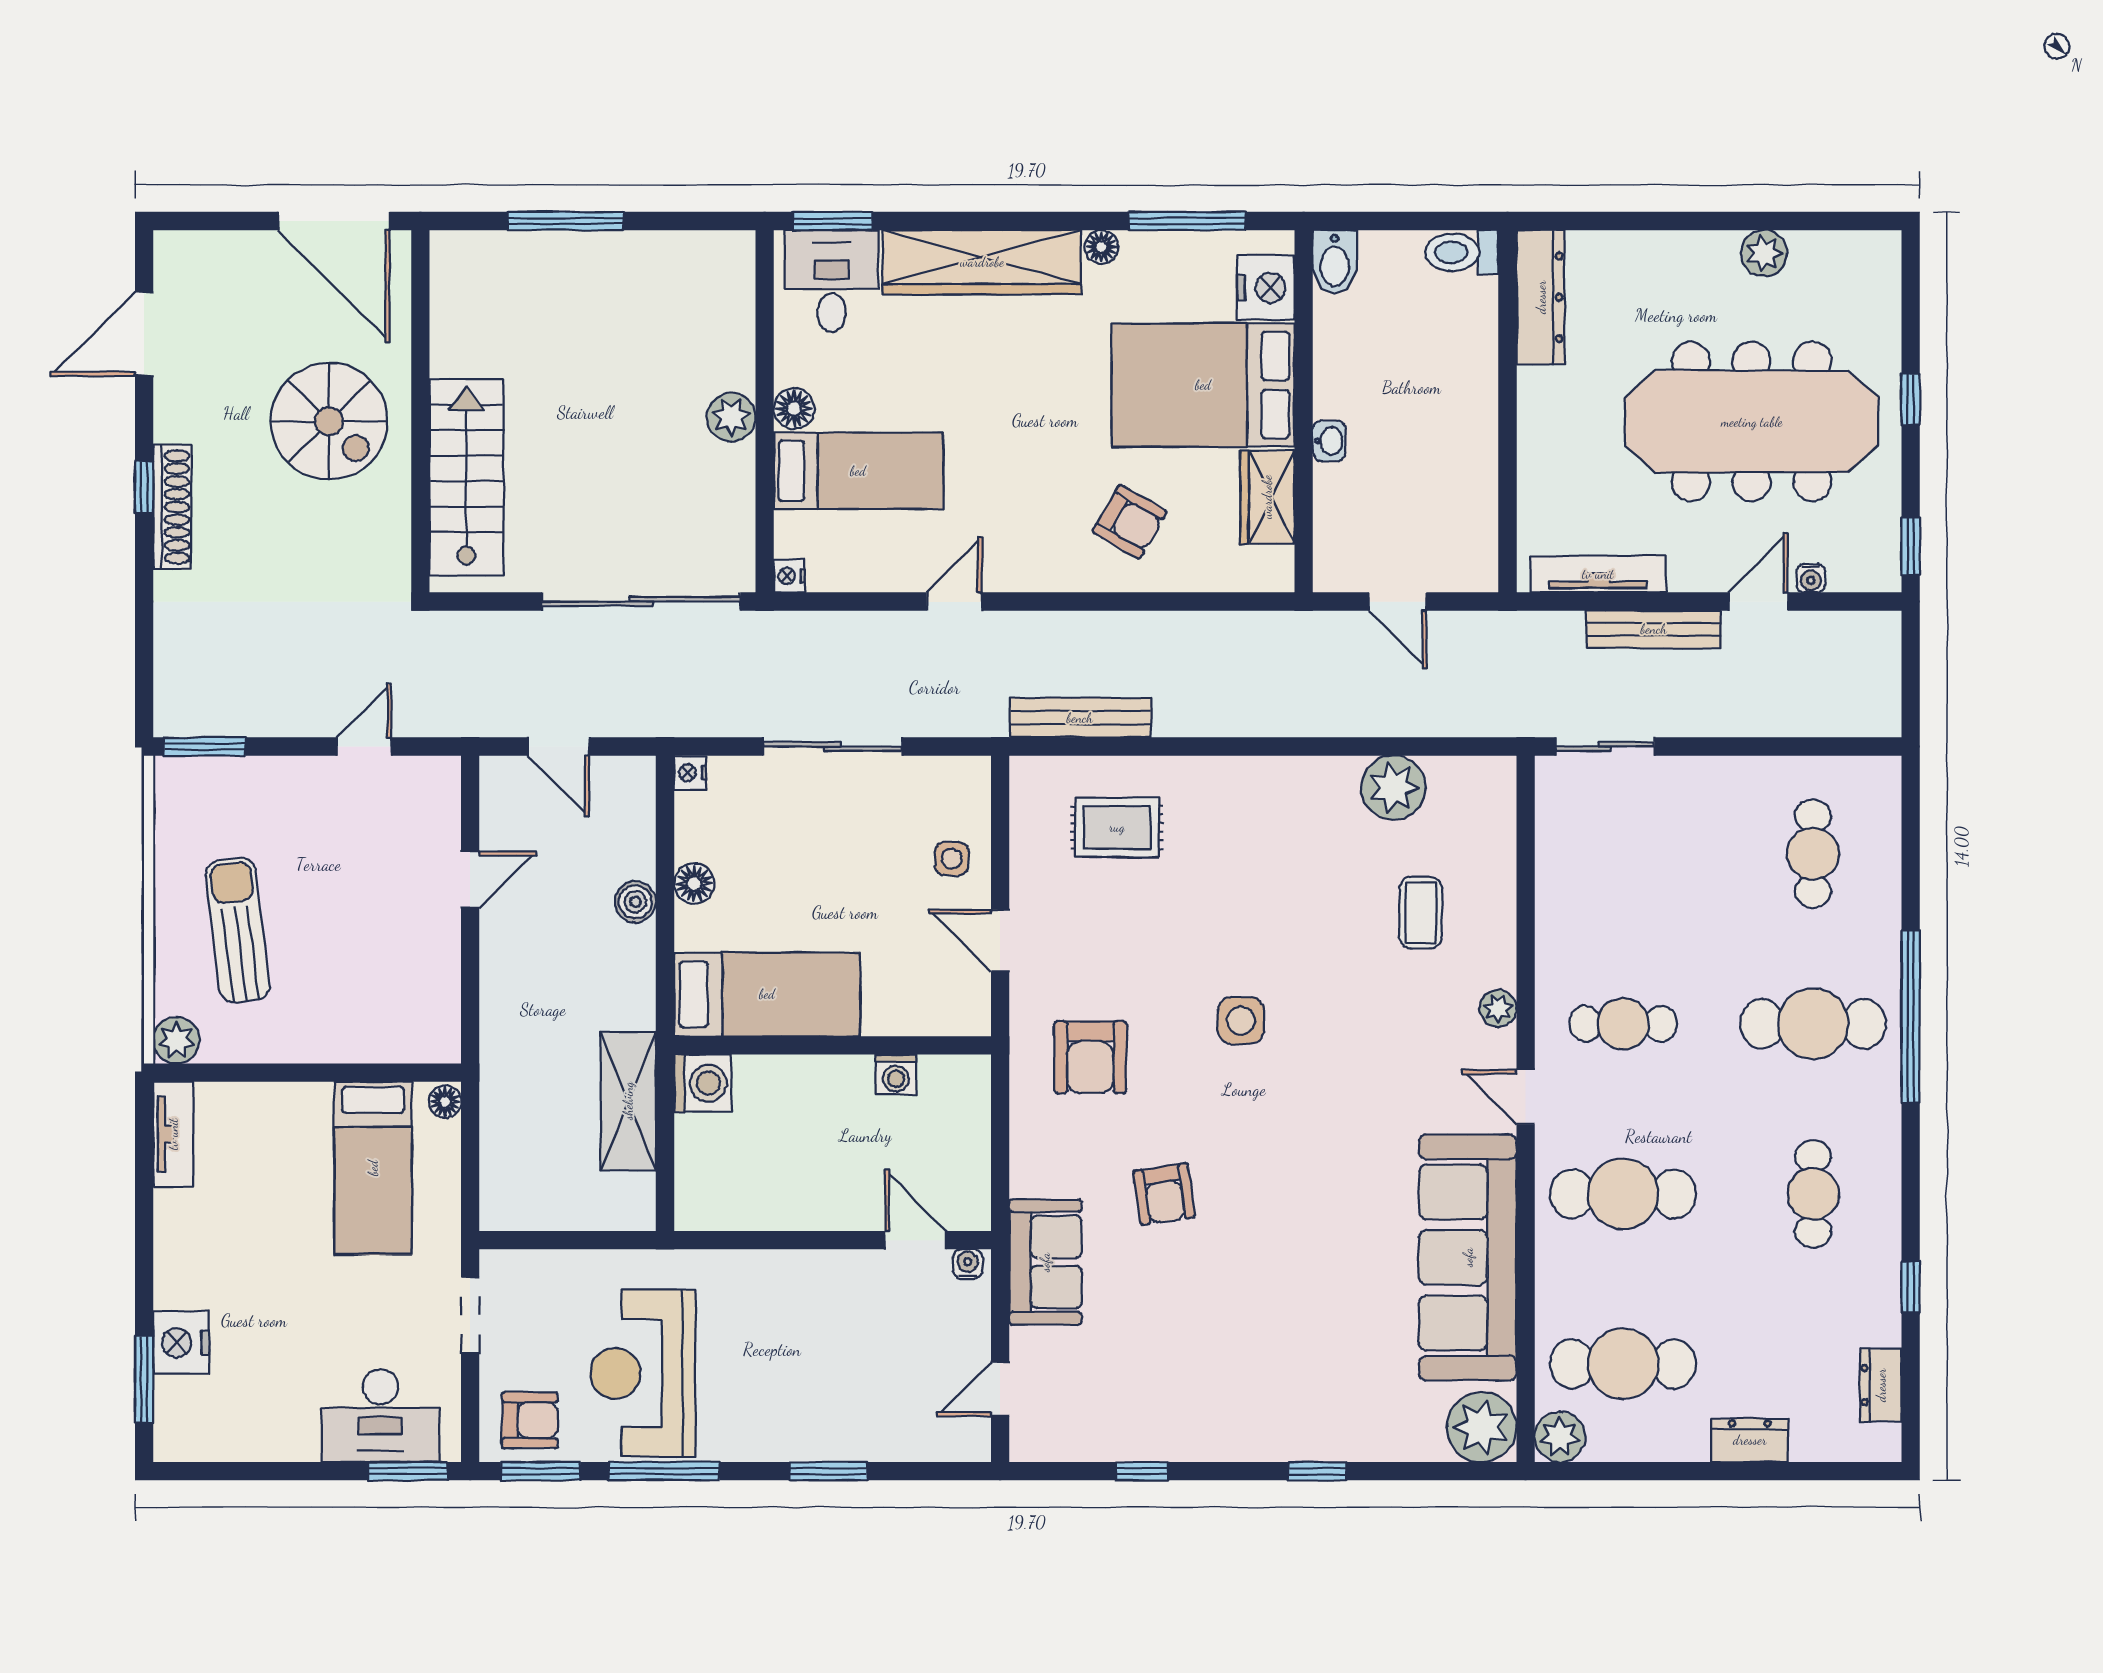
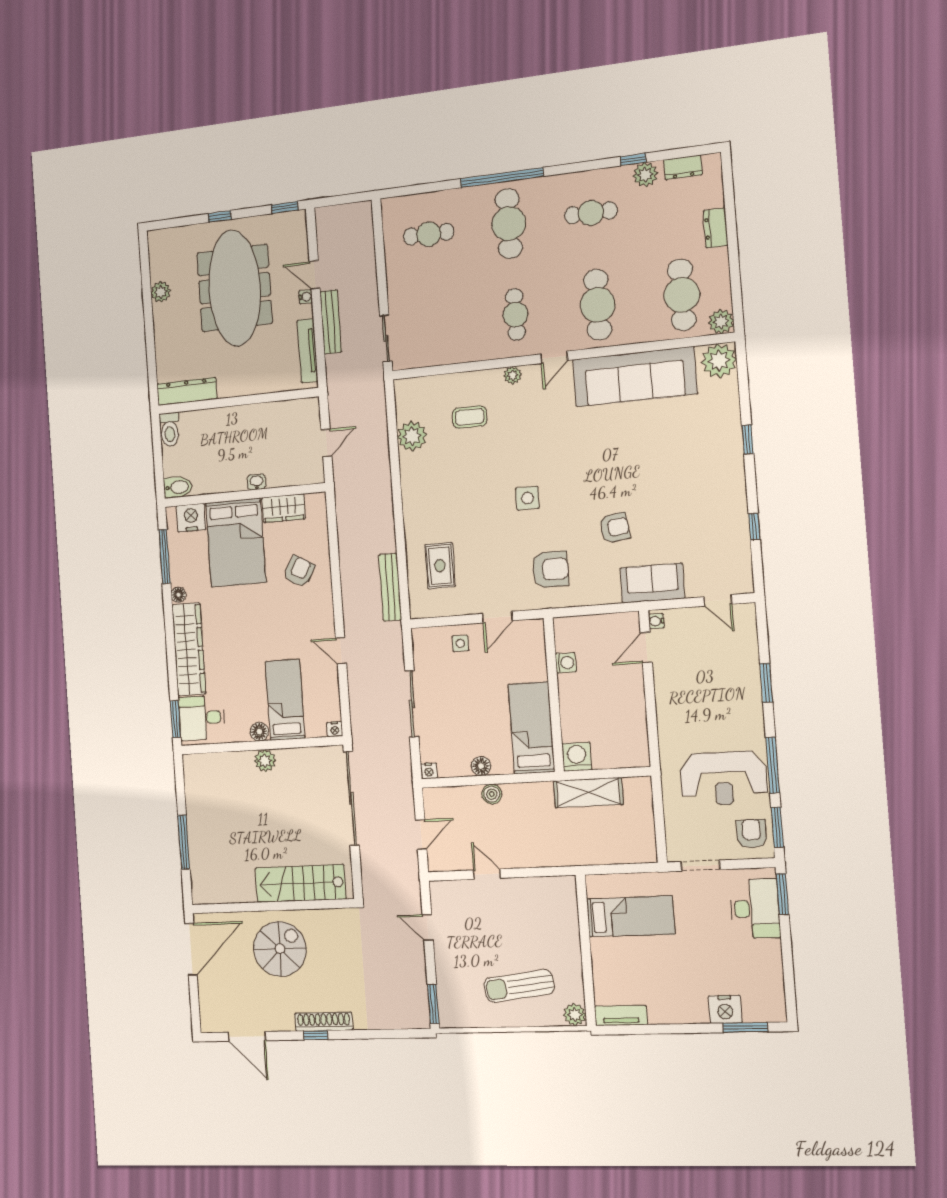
water cooler: (1811, 578) -> (306, 297), moved
floor lamp: (445, 1102) -> (595, 882), removed
plant: (1876, 1309) -> (645, 175), added

